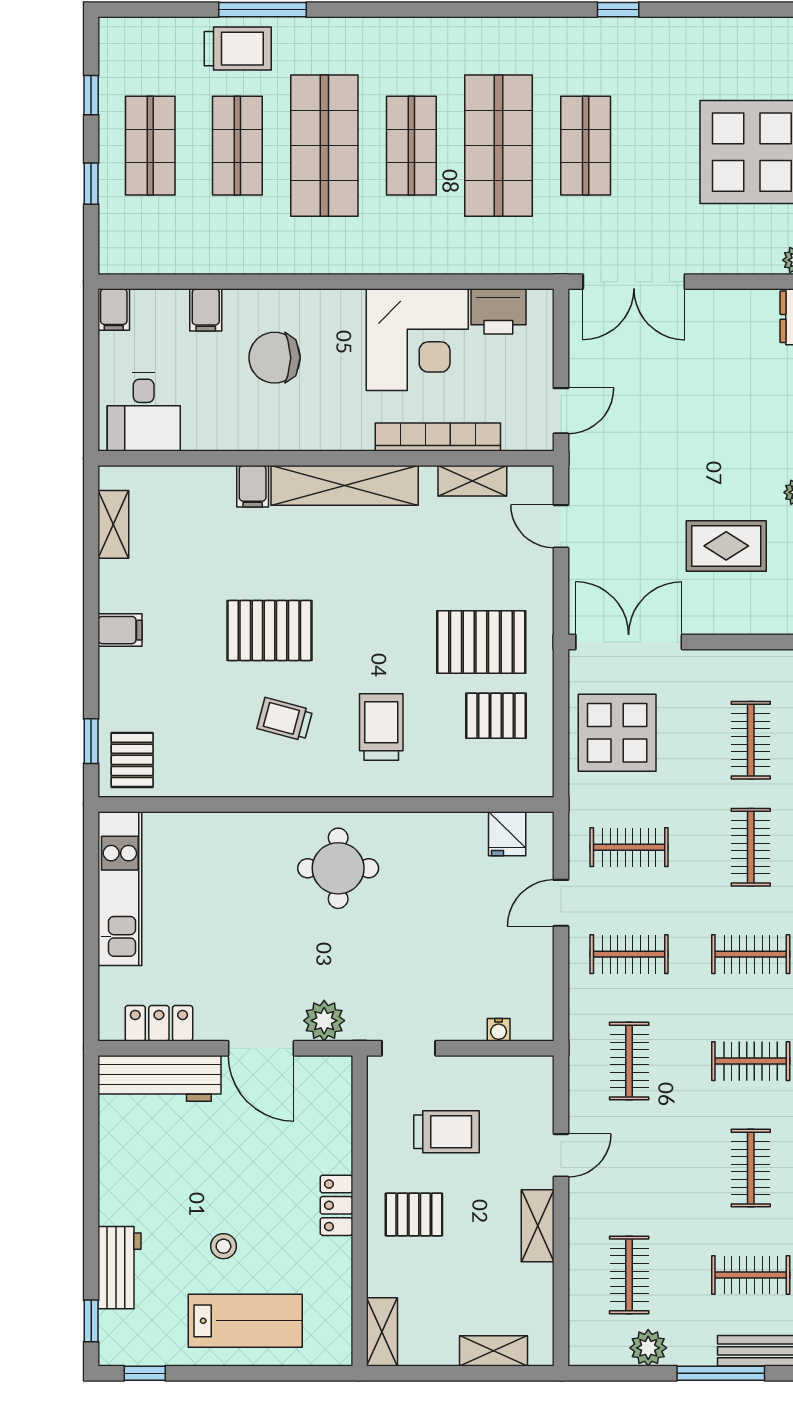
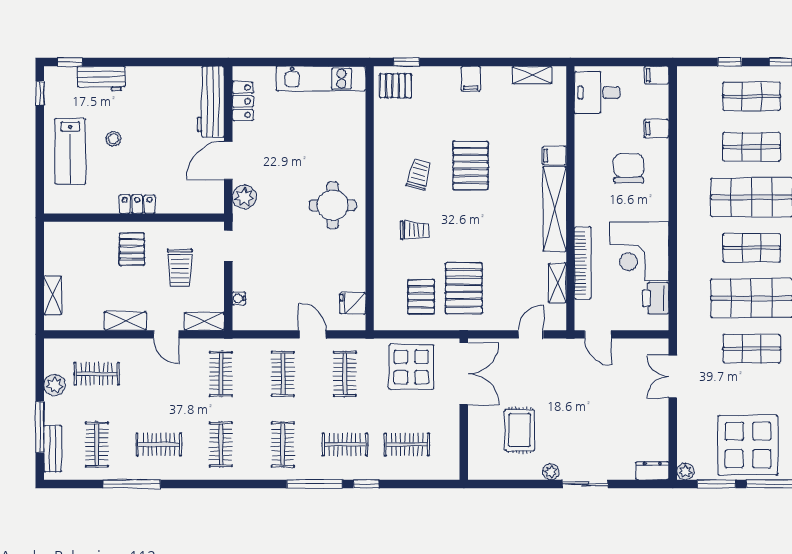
double door: (634, 282) -> (673, 377), width x0.73
trolley: (381, 727) -> (415, 230), width x0.73, depth x0.72
clothes rail: (629, 1061) -> (221, 374), turned 90
shelving: (382, 1332) -> (204, 321), moved

